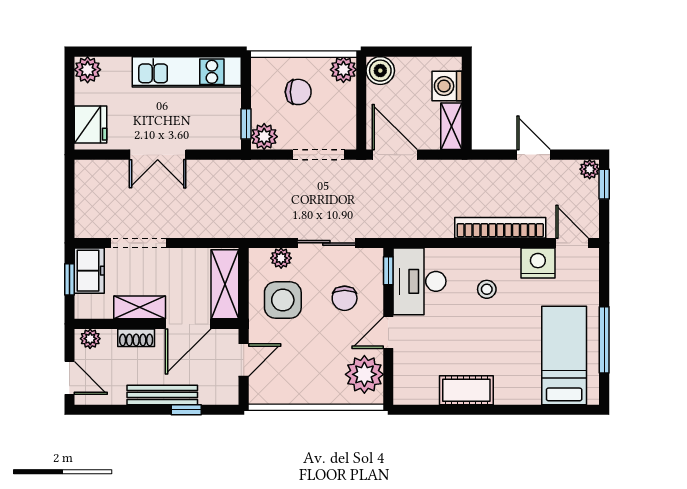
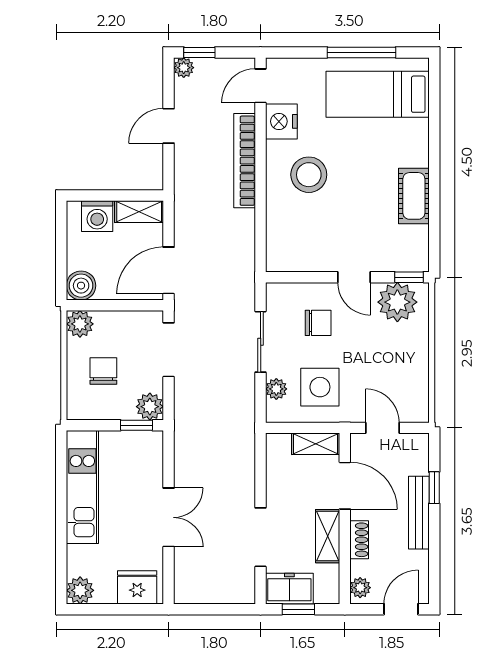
window: (388, 271) -> (409, 277), moved
desk: (420, 281) -> (300, 245), removed
shelving: (225, 284) -> (316, 444), width x0.67, depth x0.75
stool: (487, 289) -> (309, 175), width x1.89, depth x1.89

